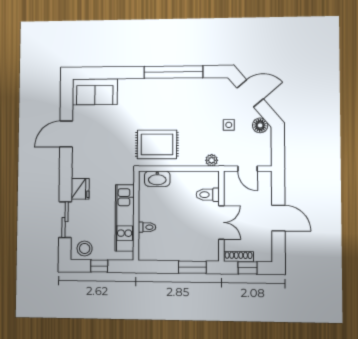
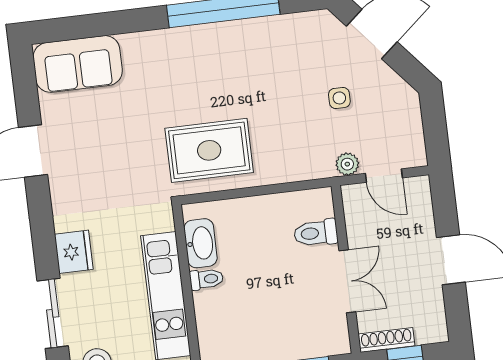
floor lamp: (260, 125) -> (398, 92), removed
plant: (212, 160) -> (347, 164), moved
washbasin: (157, 179) -> (201, 243), moved, turned -90
toilet: (147, 227) -> (206, 279), moved

